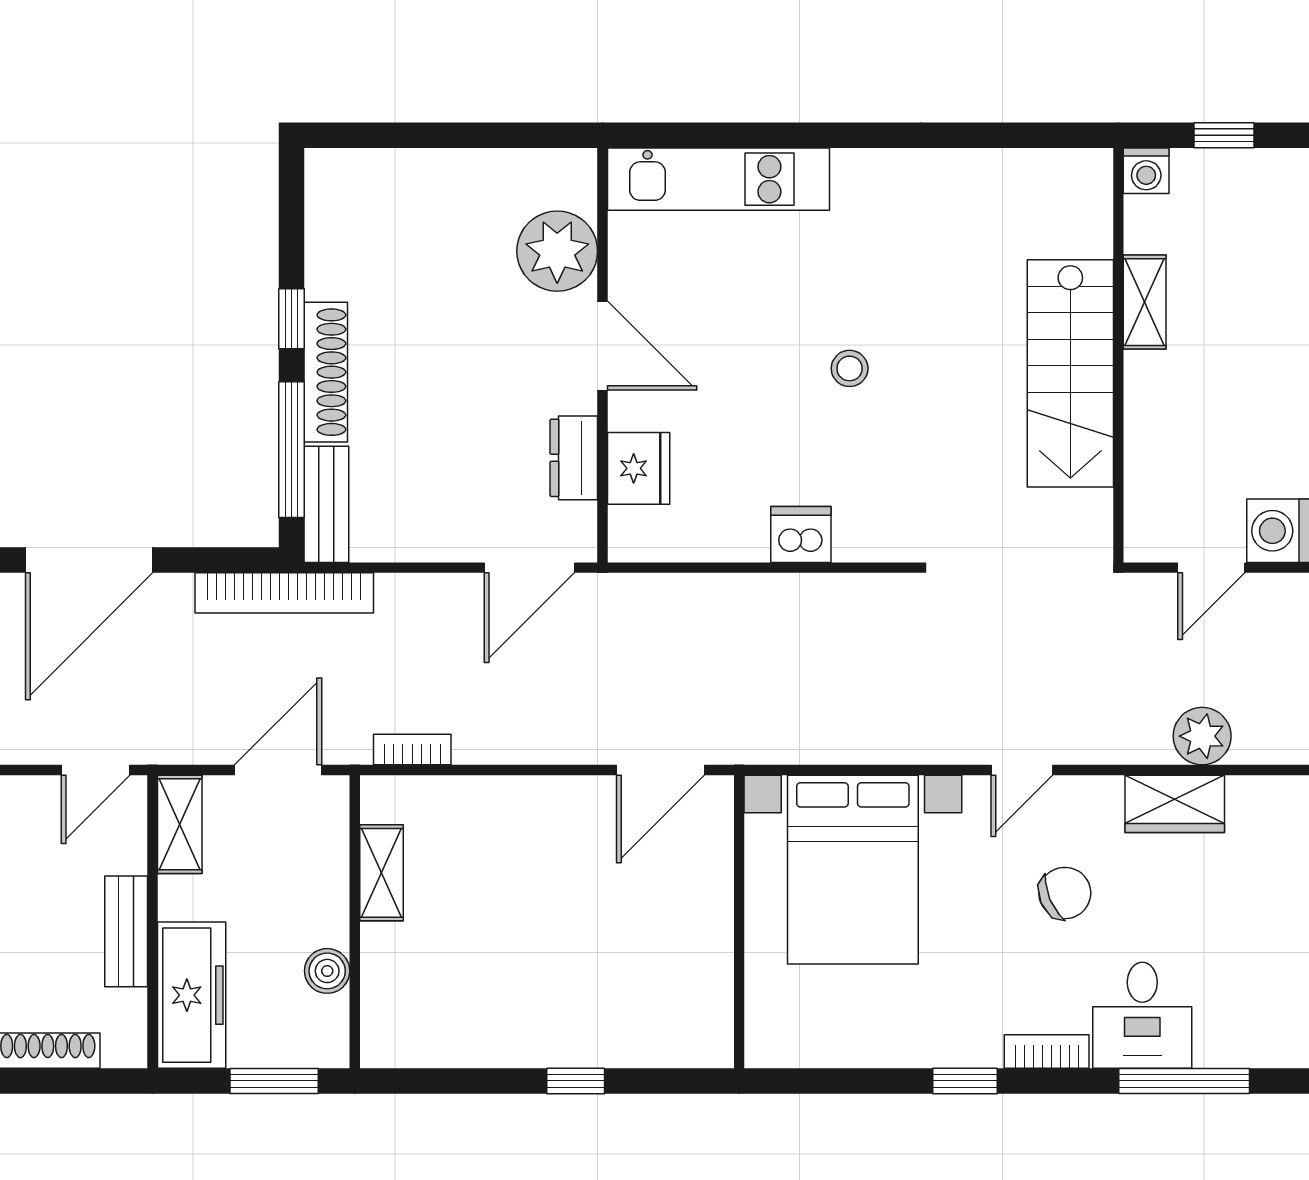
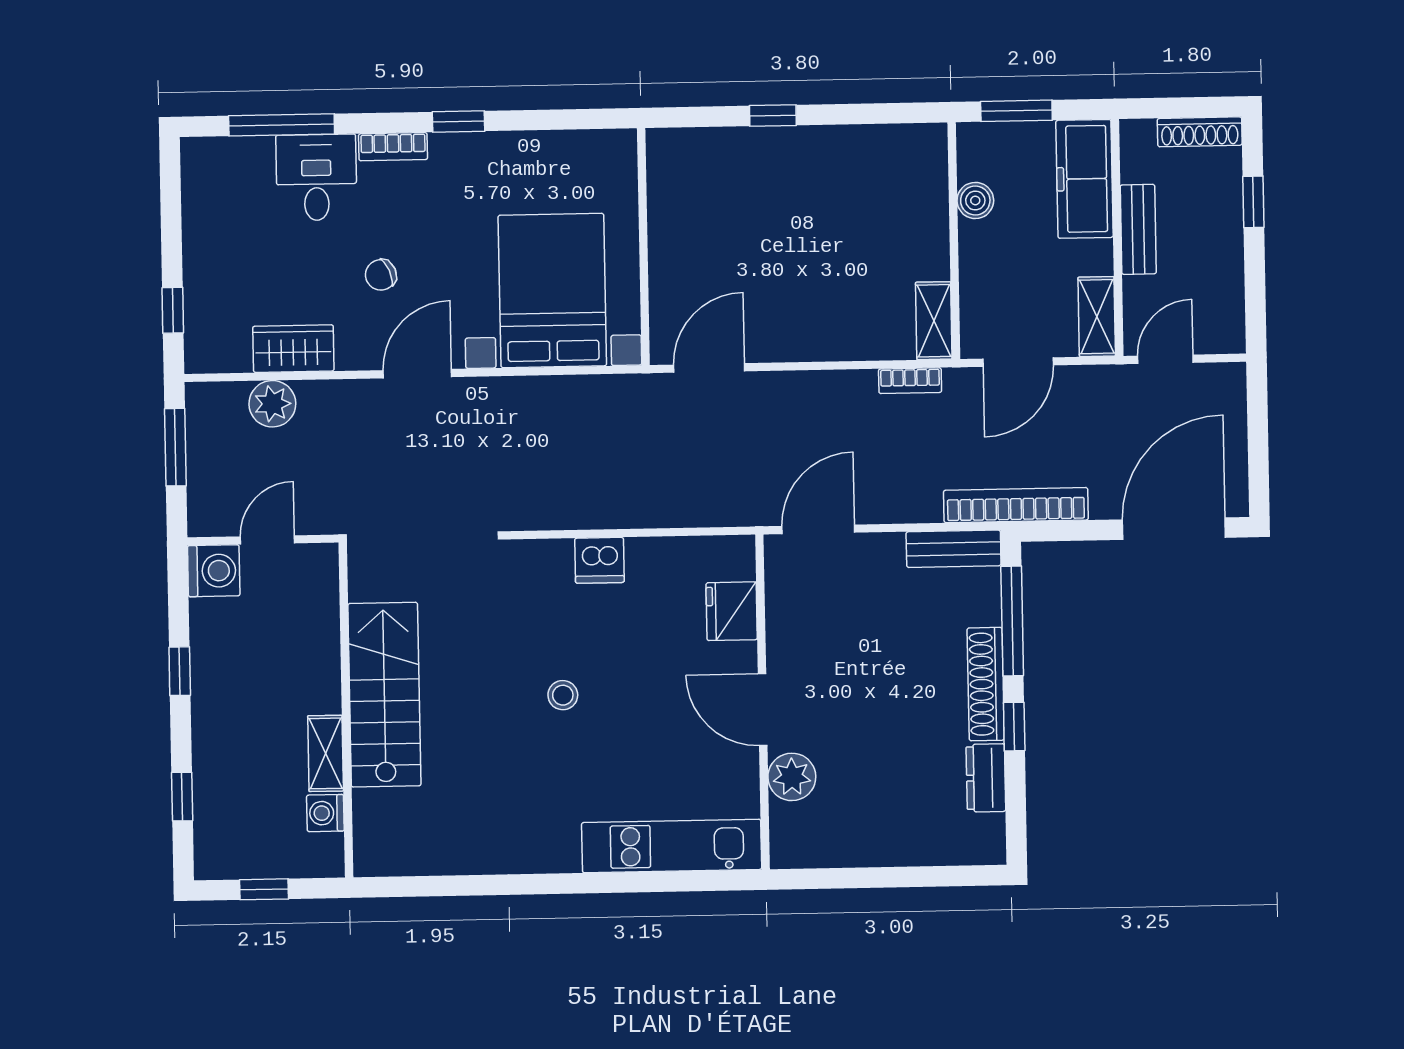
washing machine: (1146, 171) -> (325, 813), moved, turned -90
plant: (557, 251) -> (792, 777), width x0.73, depth x0.73
dresser: (574, 458) -> (986, 778), moved, turned 180
bench: (326, 504) -> (954, 549), moved, turned 90
door: (1022, 770) -> (417, 374), width x1.37
shelving: (381, 873) -> (934, 321), moved
chair: (1065, 893) -> (381, 275), width x0.73, depth x0.73

